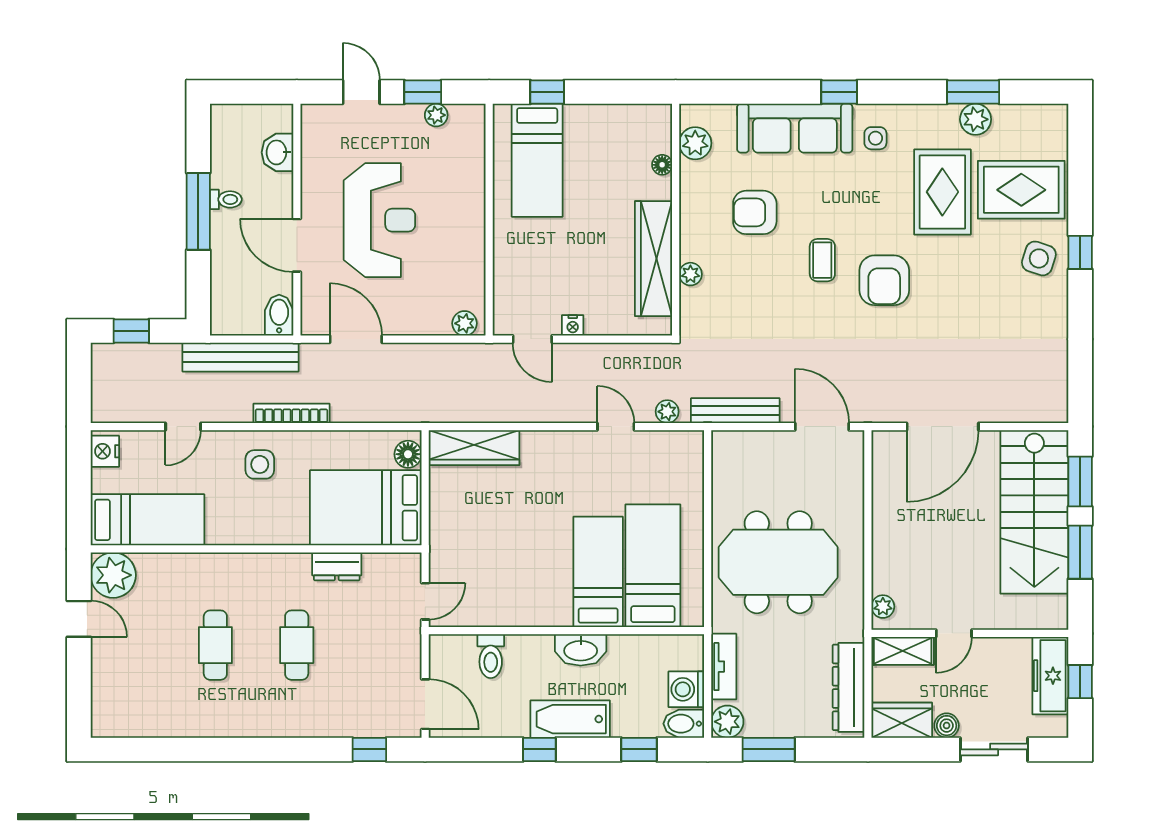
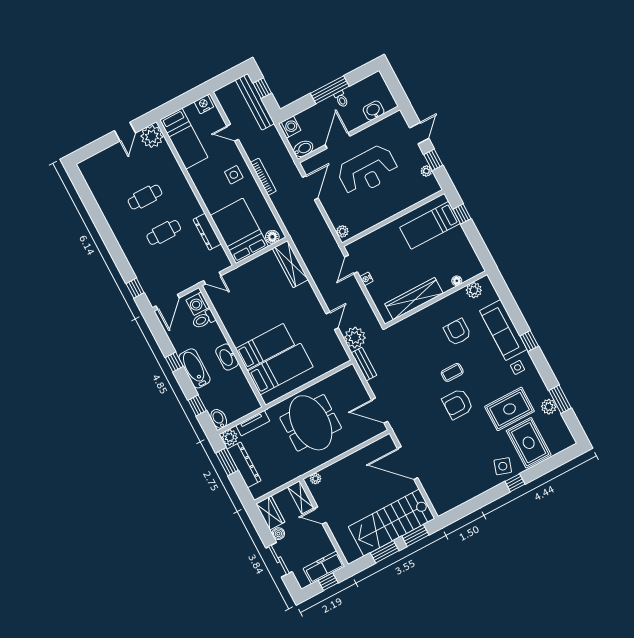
plant: (690, 274) -> (416, 318), removed
washing machine: (227, 319) -> (290, 127), added
bench: (240, 357) -> (255, 102), moved
bench: (735, 411) -> (364, 364), width x0.73
plant: (667, 412) -> (355, 337), width x1.87, depth x1.87
door: (822, 427) -> (380, 411), swing flipped
dresser: (337, 566) -> (207, 232), width x1.44
dresser: (849, 687) -> (244, 465), moved, turned 90
washing machine: (686, 689) -> (198, 304), moved, turned -90

